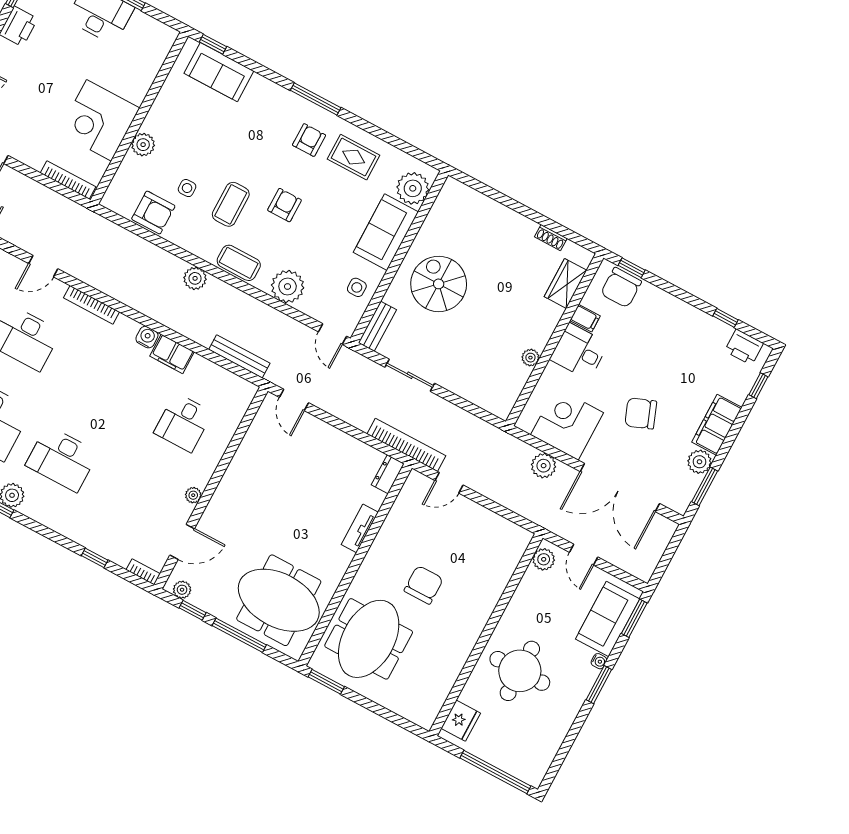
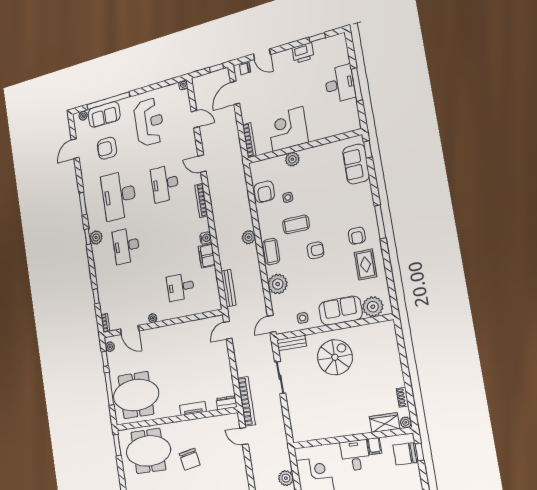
armchair: (309, 140) -> (357, 236), turned 90
plant: (530, 358) -> (406, 422), moved
chair: (424, 585) -> (190, 459), turned 79
meeting table: (279, 600) -> (136, 395), turned 90

